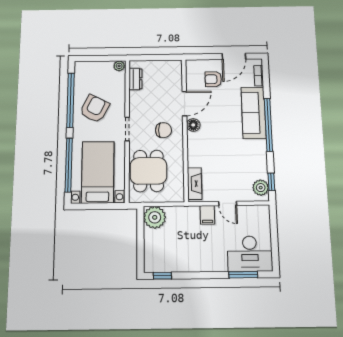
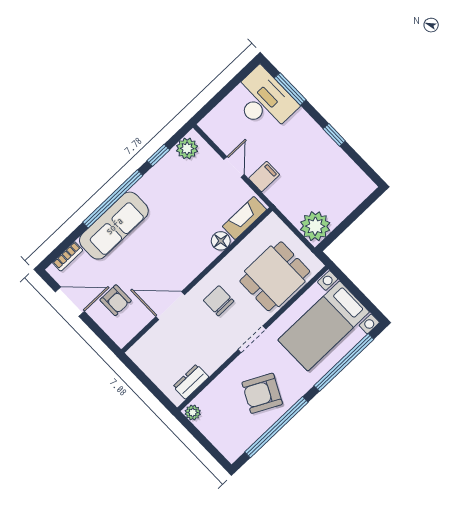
floor lamp: (193, 125) -> (221, 241), moved
window: (271, 182) -> (158, 155), moved
window: (162, 276) -> (334, 135), moved

